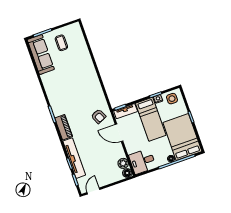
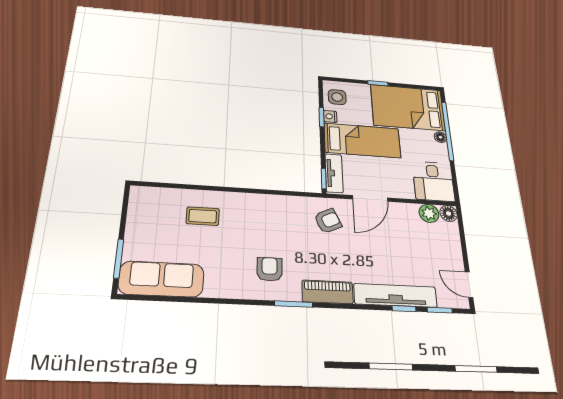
coffee table: (61, 43) -> (203, 216), moved
armchair: (64, 98) -> (269, 269), added

